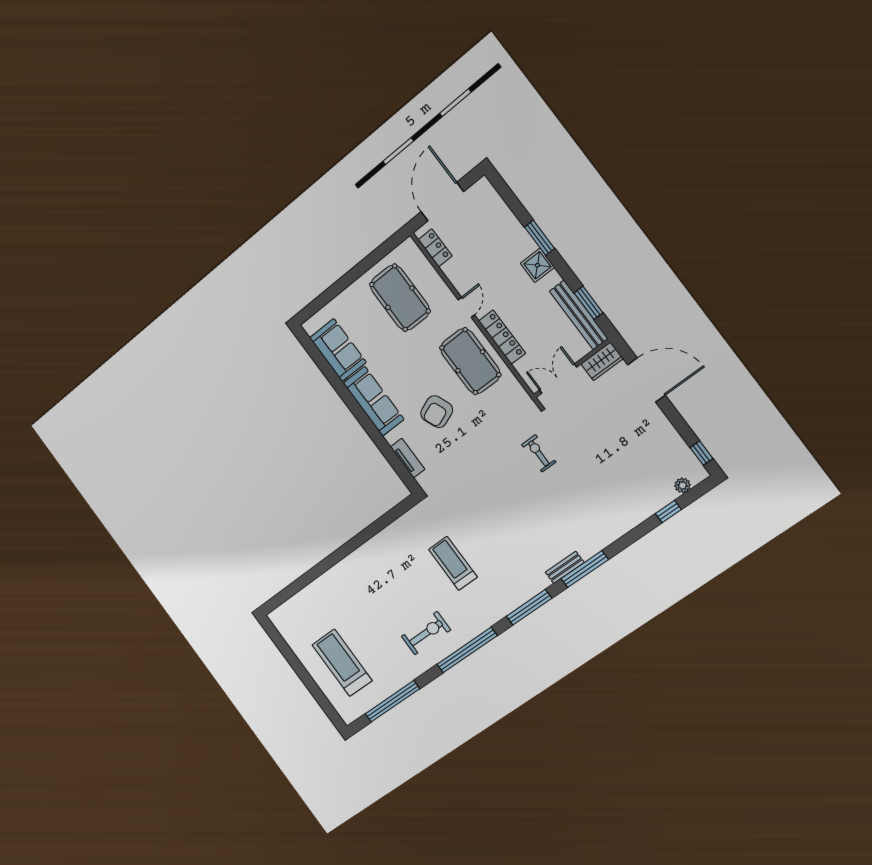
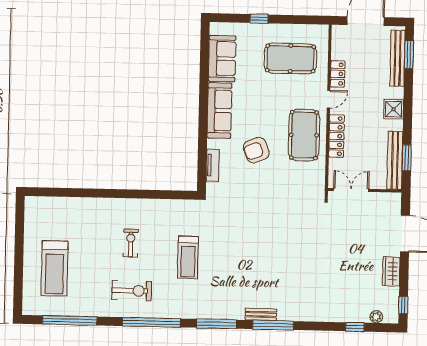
bench: (502, 212) -> (398, 58), added
window: (540, 238) -> (409, 54), moved
locker: (435, 248) -> (338, 74), moved
window: (342, 284) -> (259, 19), added
pool table: (400, 298) -> (290, 58), turned 90
wardrobe: (602, 361) -> (391, 271), moved, turned 90
exercise bike: (539, 453) -> (131, 243), moved
treadmill: (453, 563) -> (188, 257), turned 180
treadmill: (342, 663) -> (54, 268), turned 180

